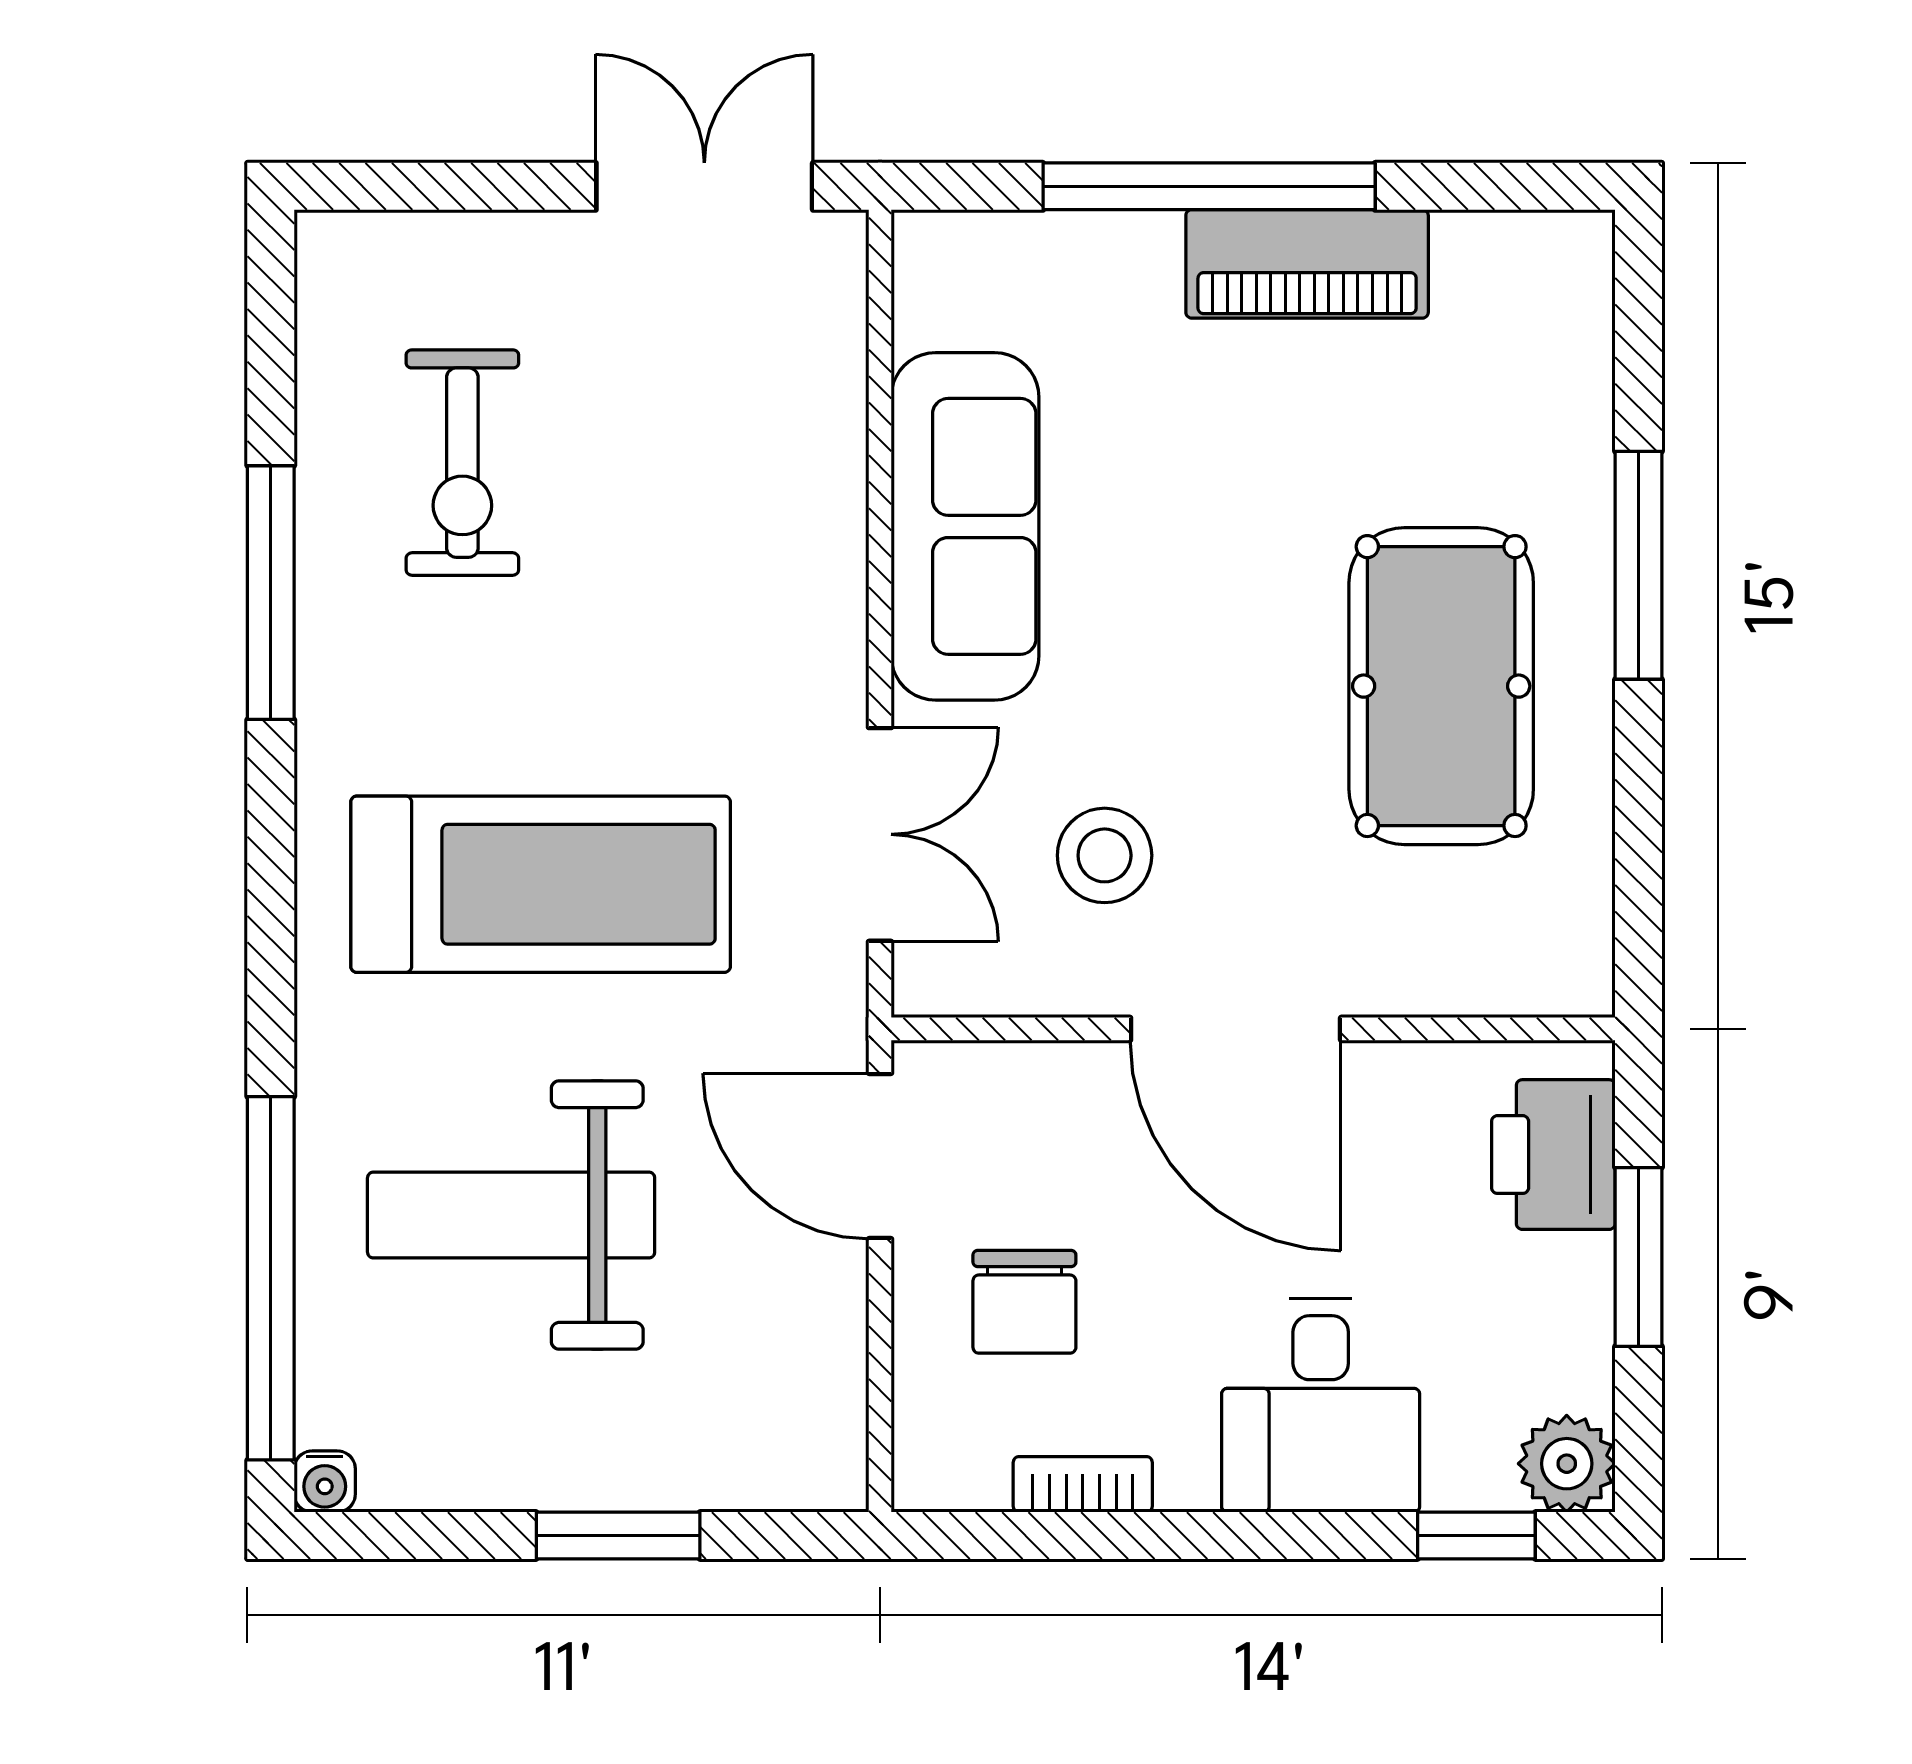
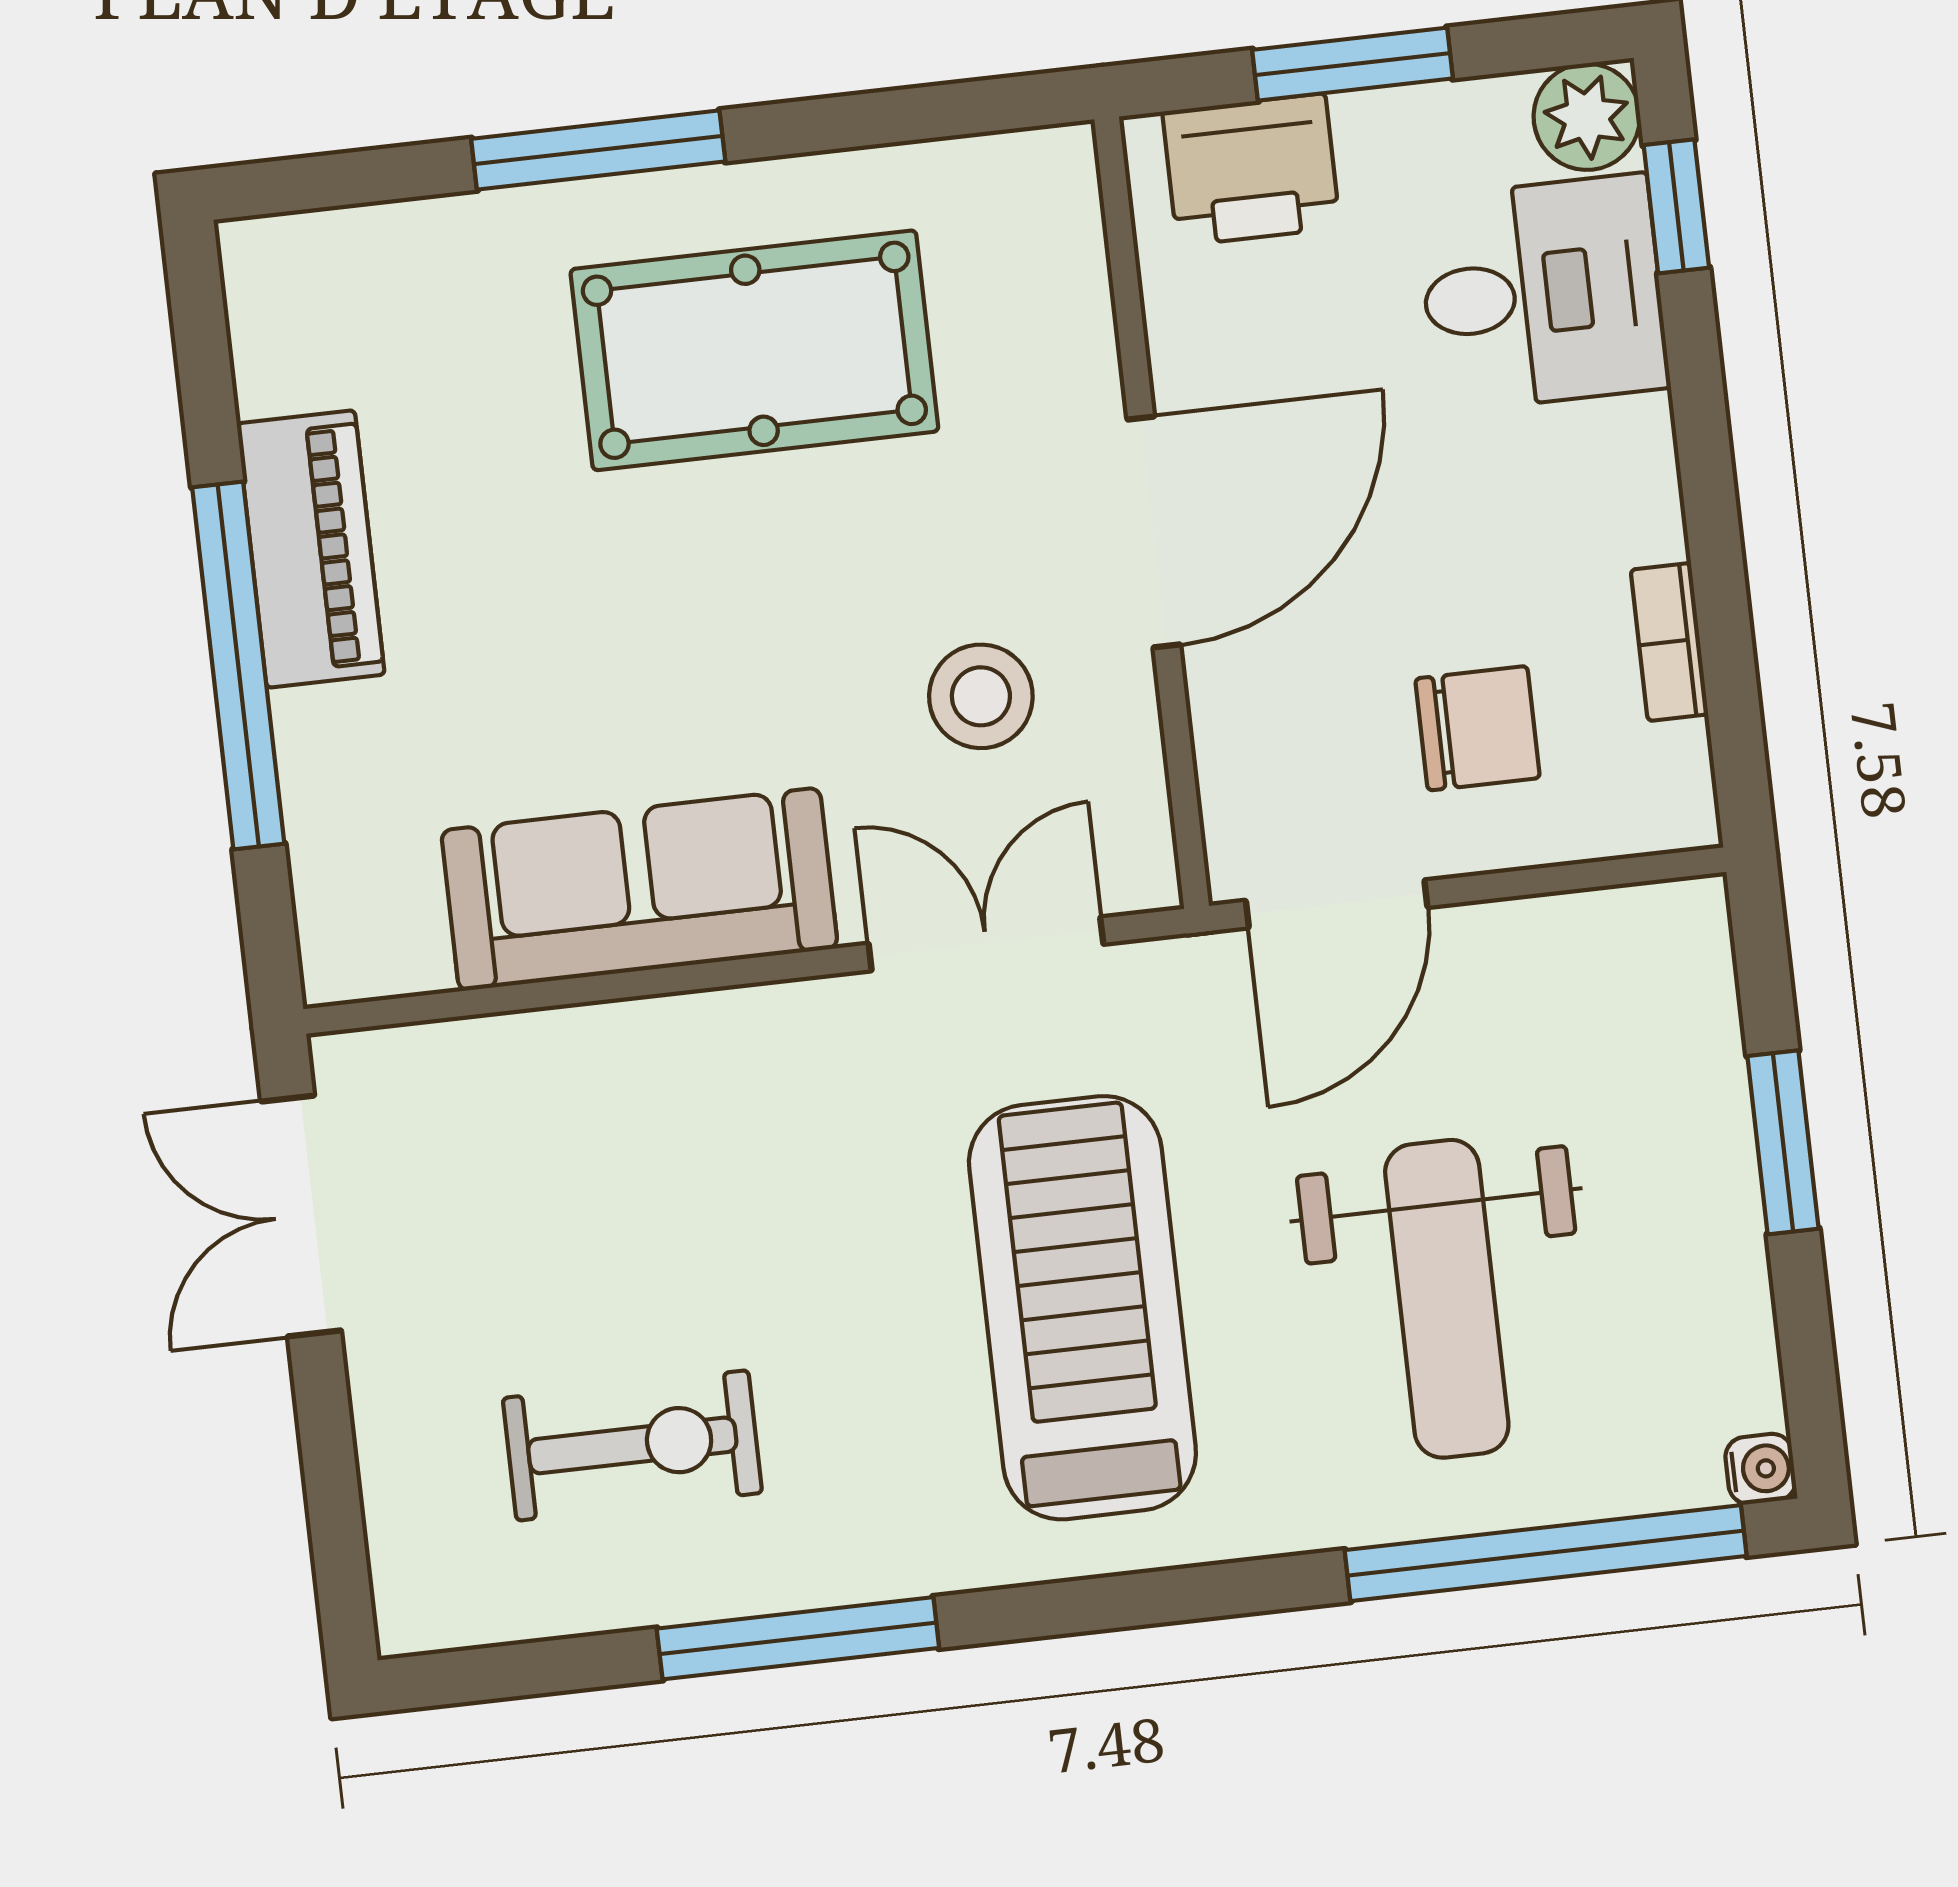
desk: (1321, 1405) -> (1542, 293), moved

